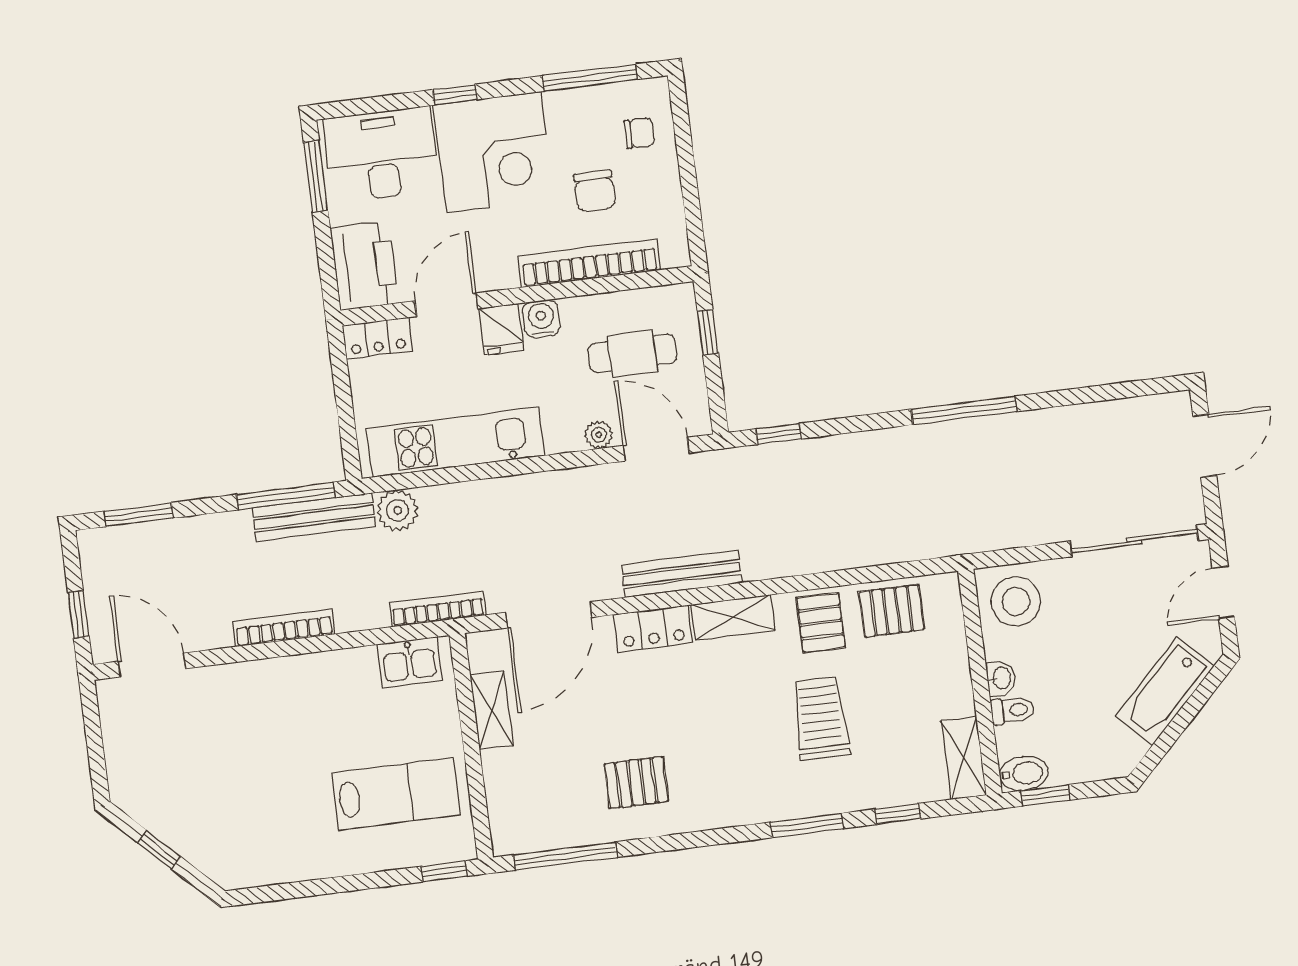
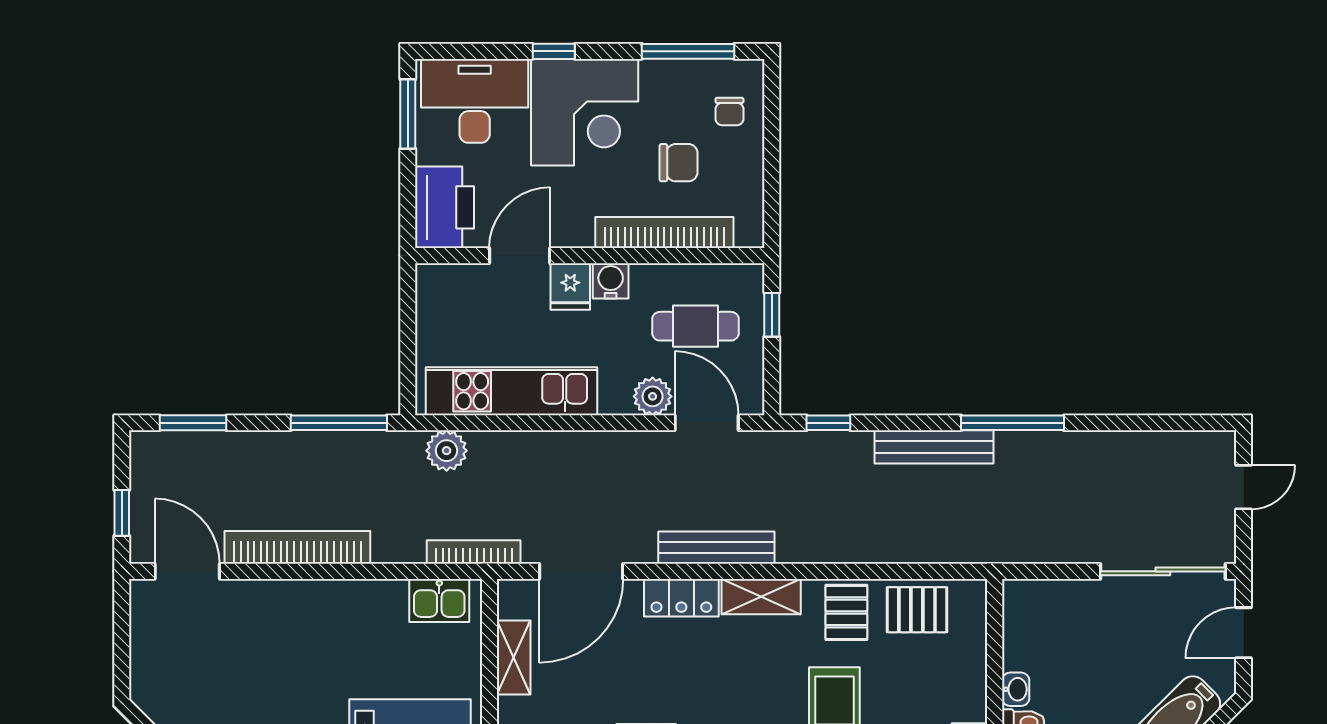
chair: (639, 133) -> (729, 112), turned 90
chair: (595, 191) -> (679, 163), turned -90
locker: (377, 338) -> (448, 280), removed
plant: (599, 435) -> (653, 396), width x1.38, depth x1.38
door: (1205, 446) -> (1244, 487), width x0.73
bench: (314, 517) -> (934, 447), moved
stool: (1016, 601) -> (1040, 616), removed
bookcase: (284, 628) -> (297, 547), width x1.48, depth x1.31

